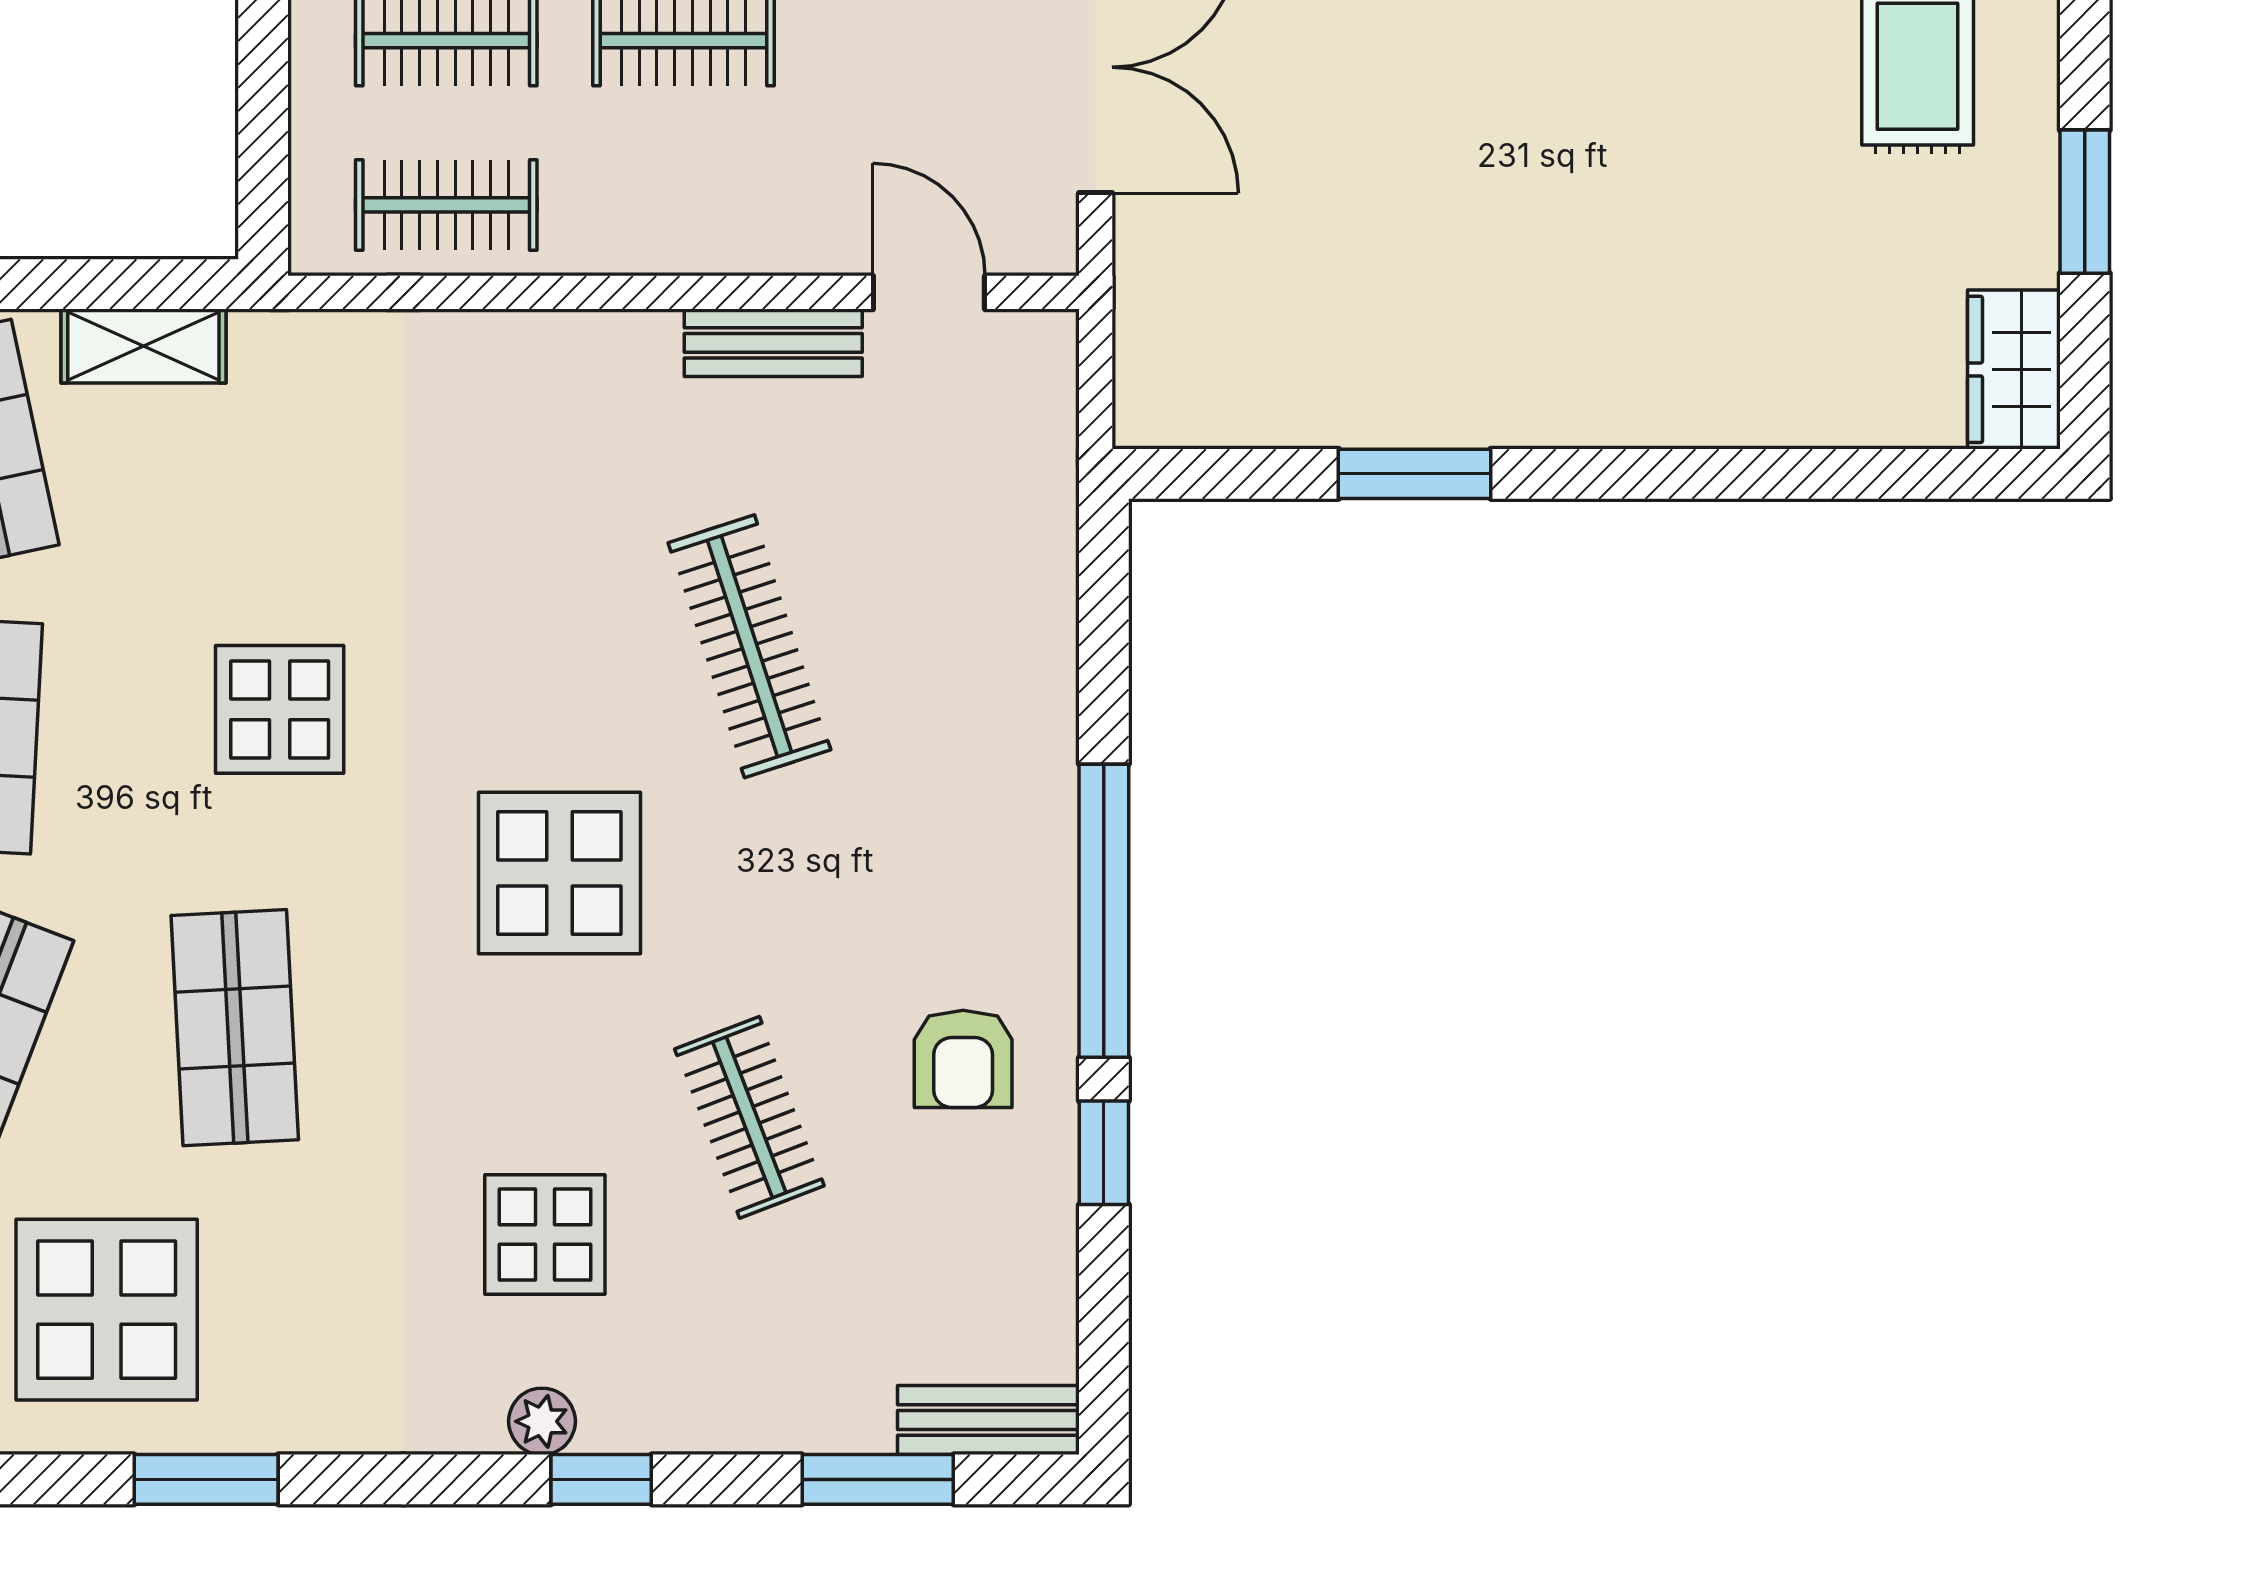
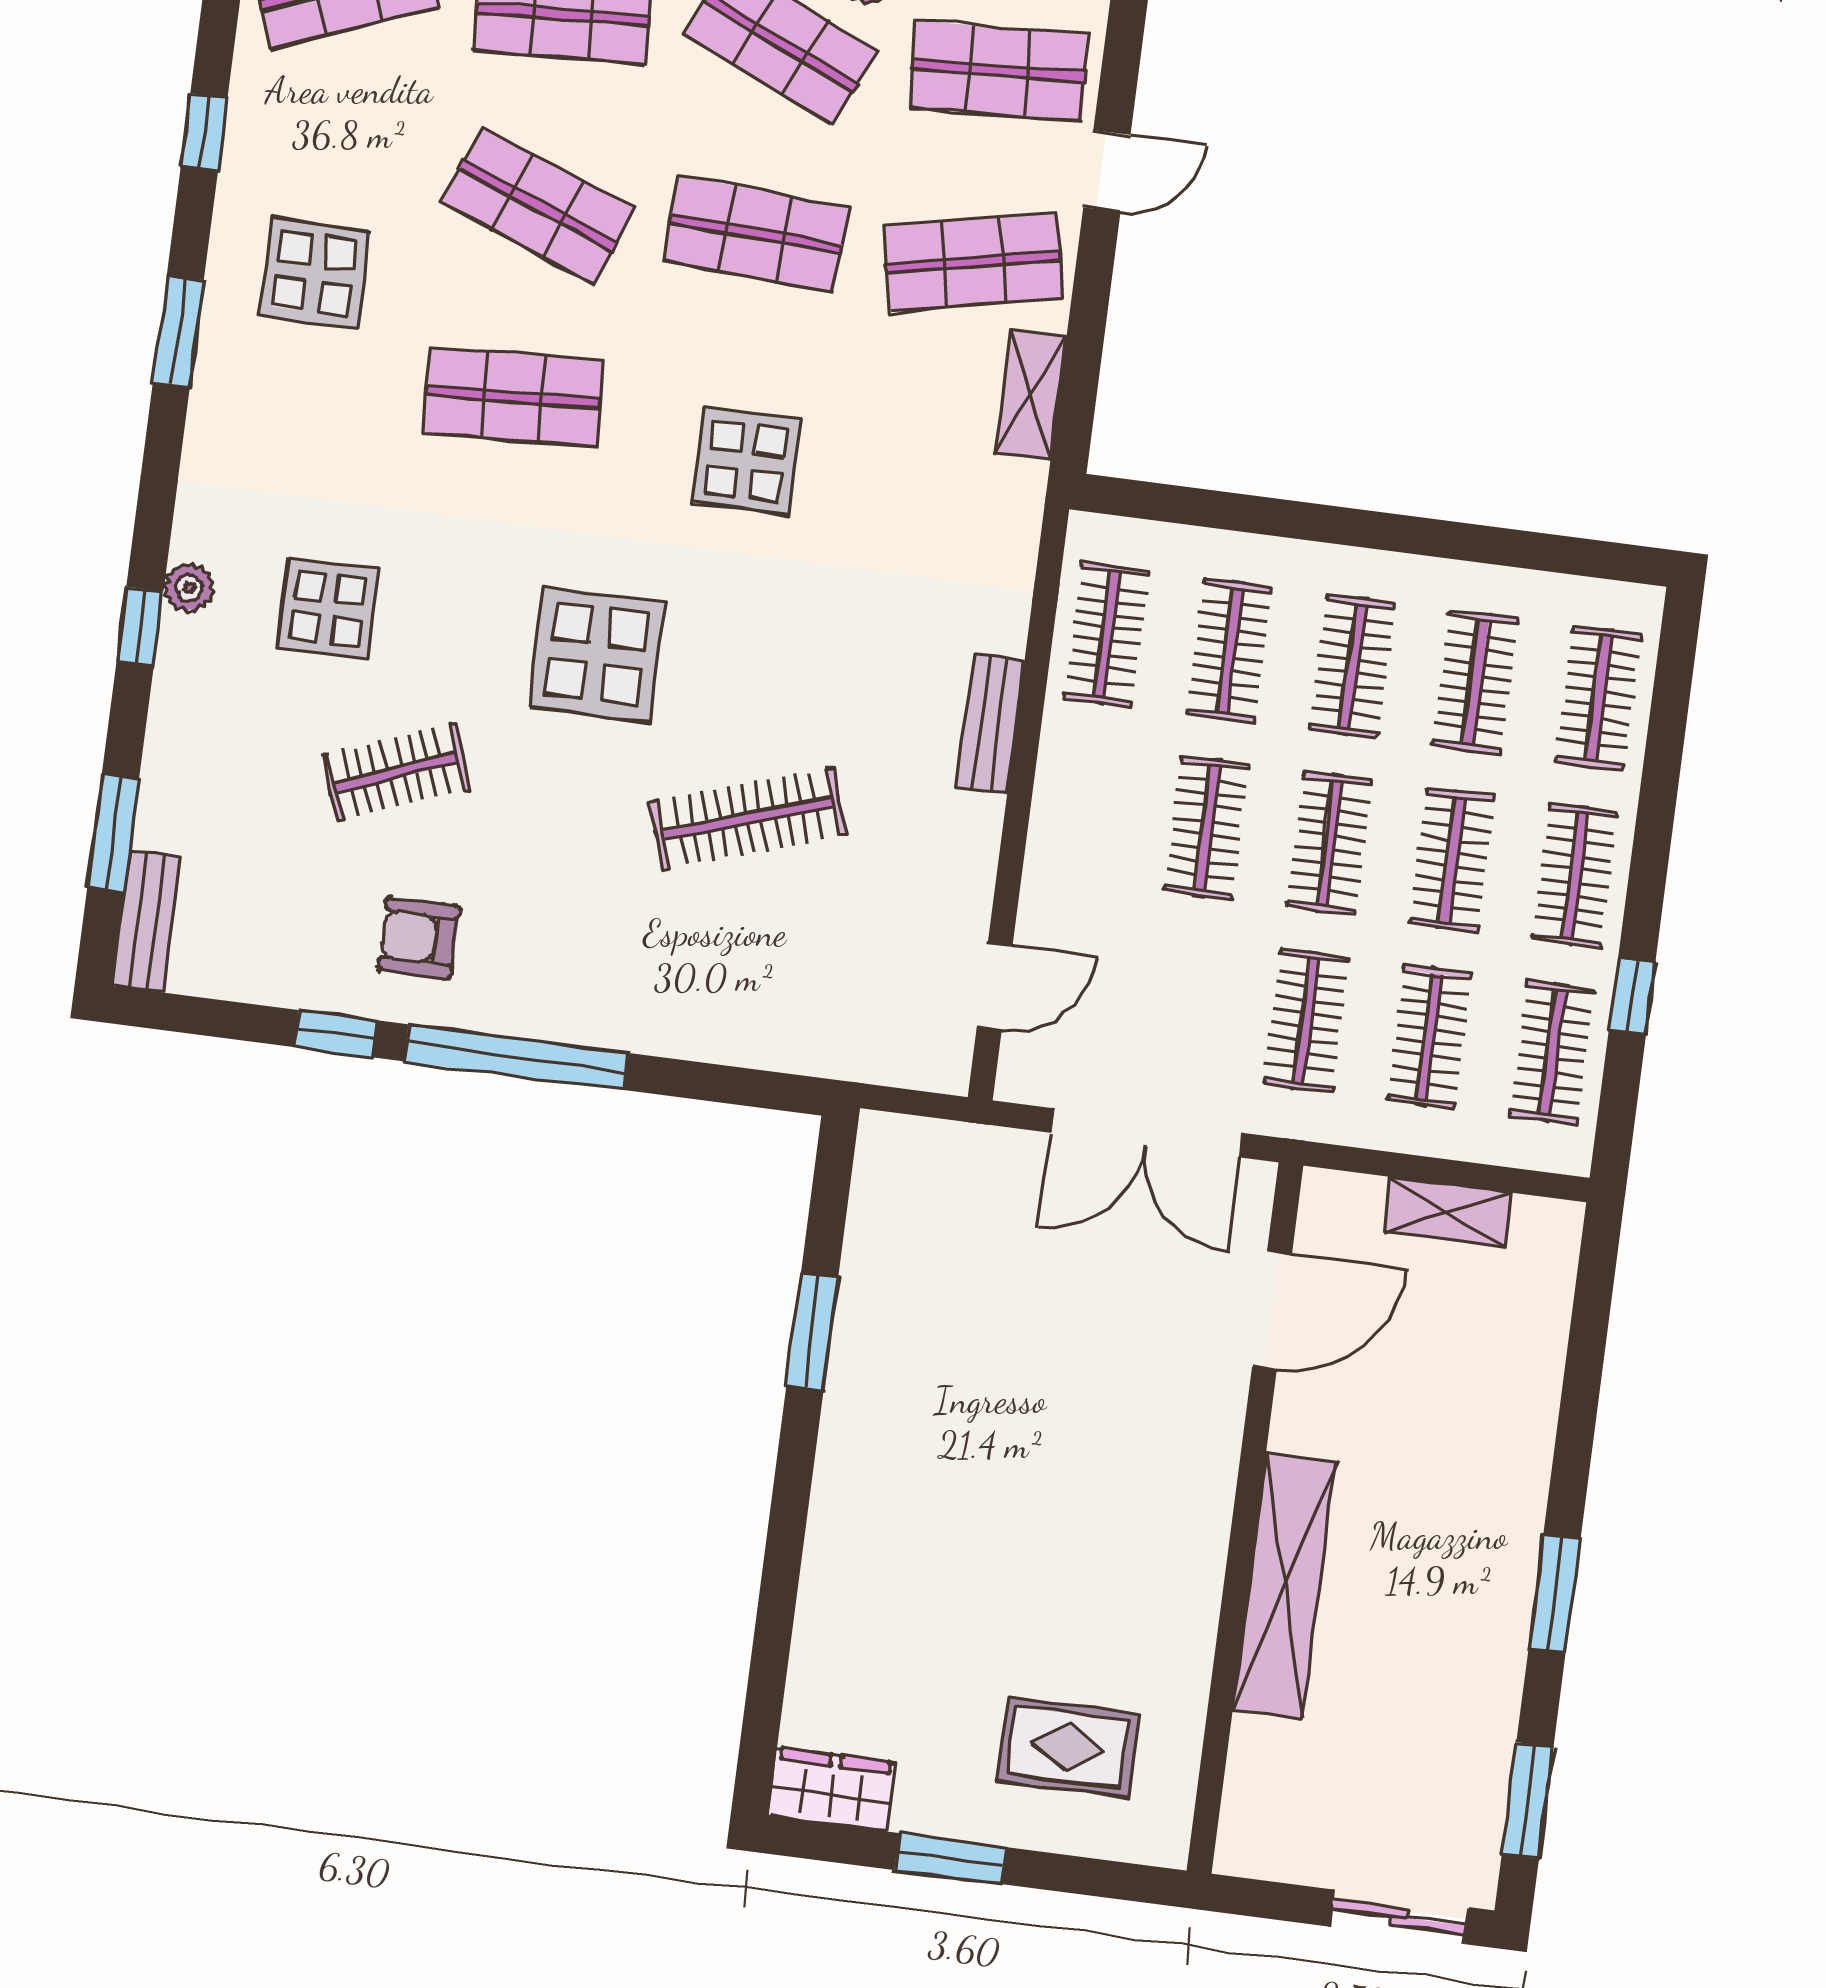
bench: (773, 343) -> (991, 724), moved
display table: (107, 1310) -> (315, 274), width x0.73, depth x0.73

